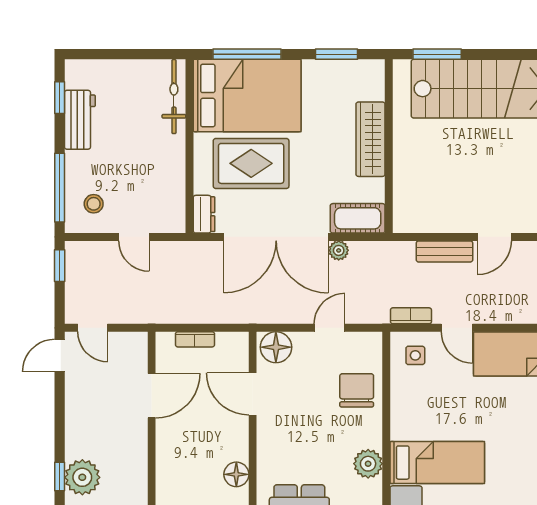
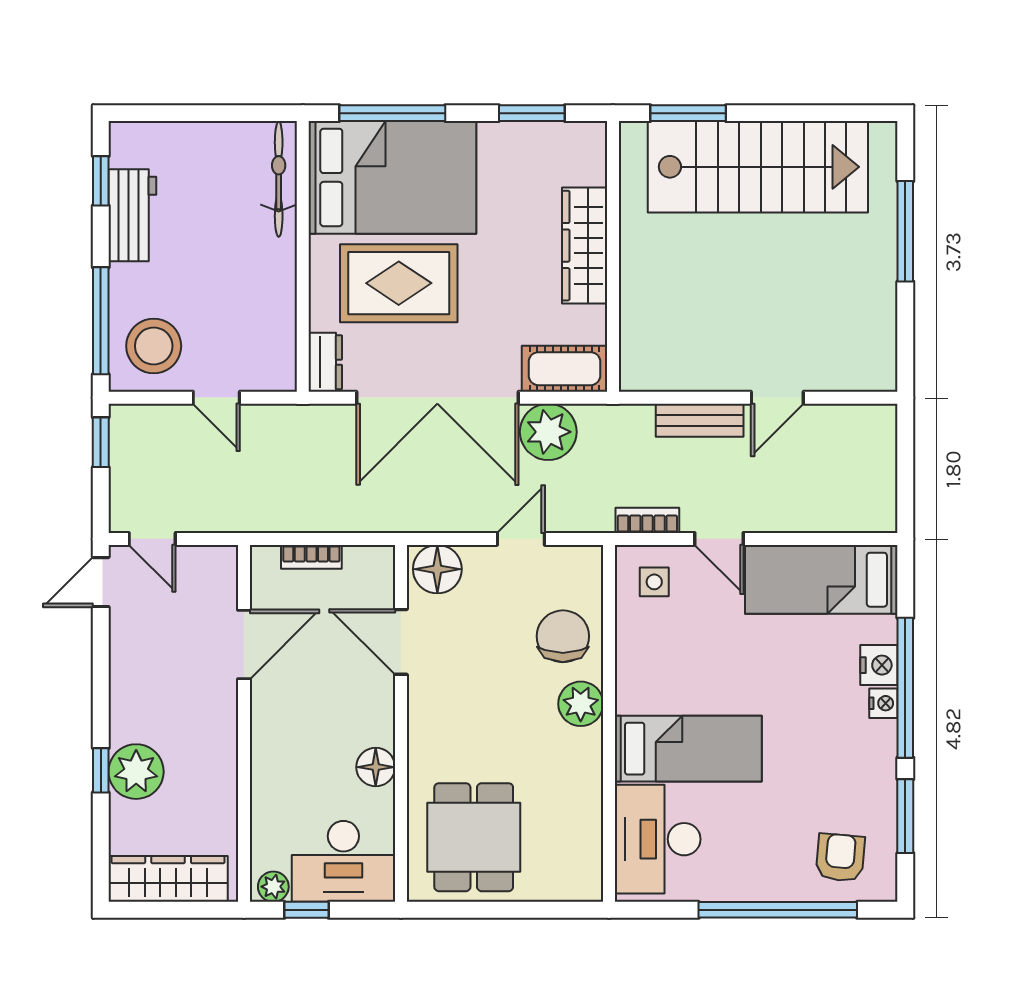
stool: (94, 204) -> (154, 346), width x1.89, depth x1.89
plant: (339, 250) -> (548, 432), width x1.87, depth x1.87
plant: (368, 464) -> (581, 704), moved

